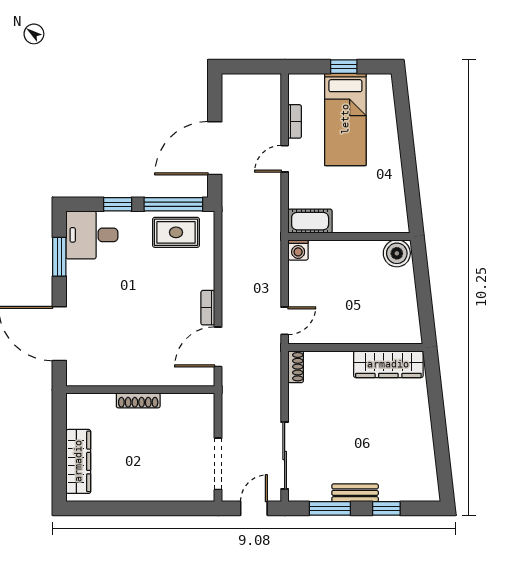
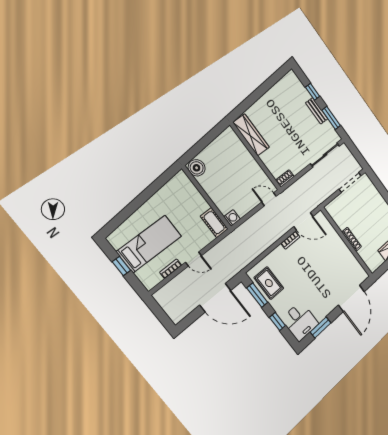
window: (173, 204) -> (257, 295), width x0.69
door: (254, 508) -> (355, 152), removed

